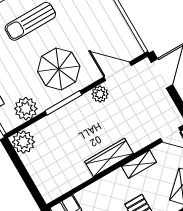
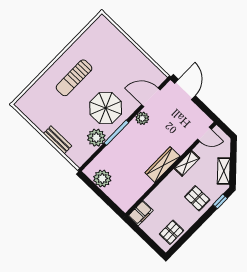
plant: (26, 109) -> (96, 138), moved
plant: (23, 142) -> (102, 179), moved

